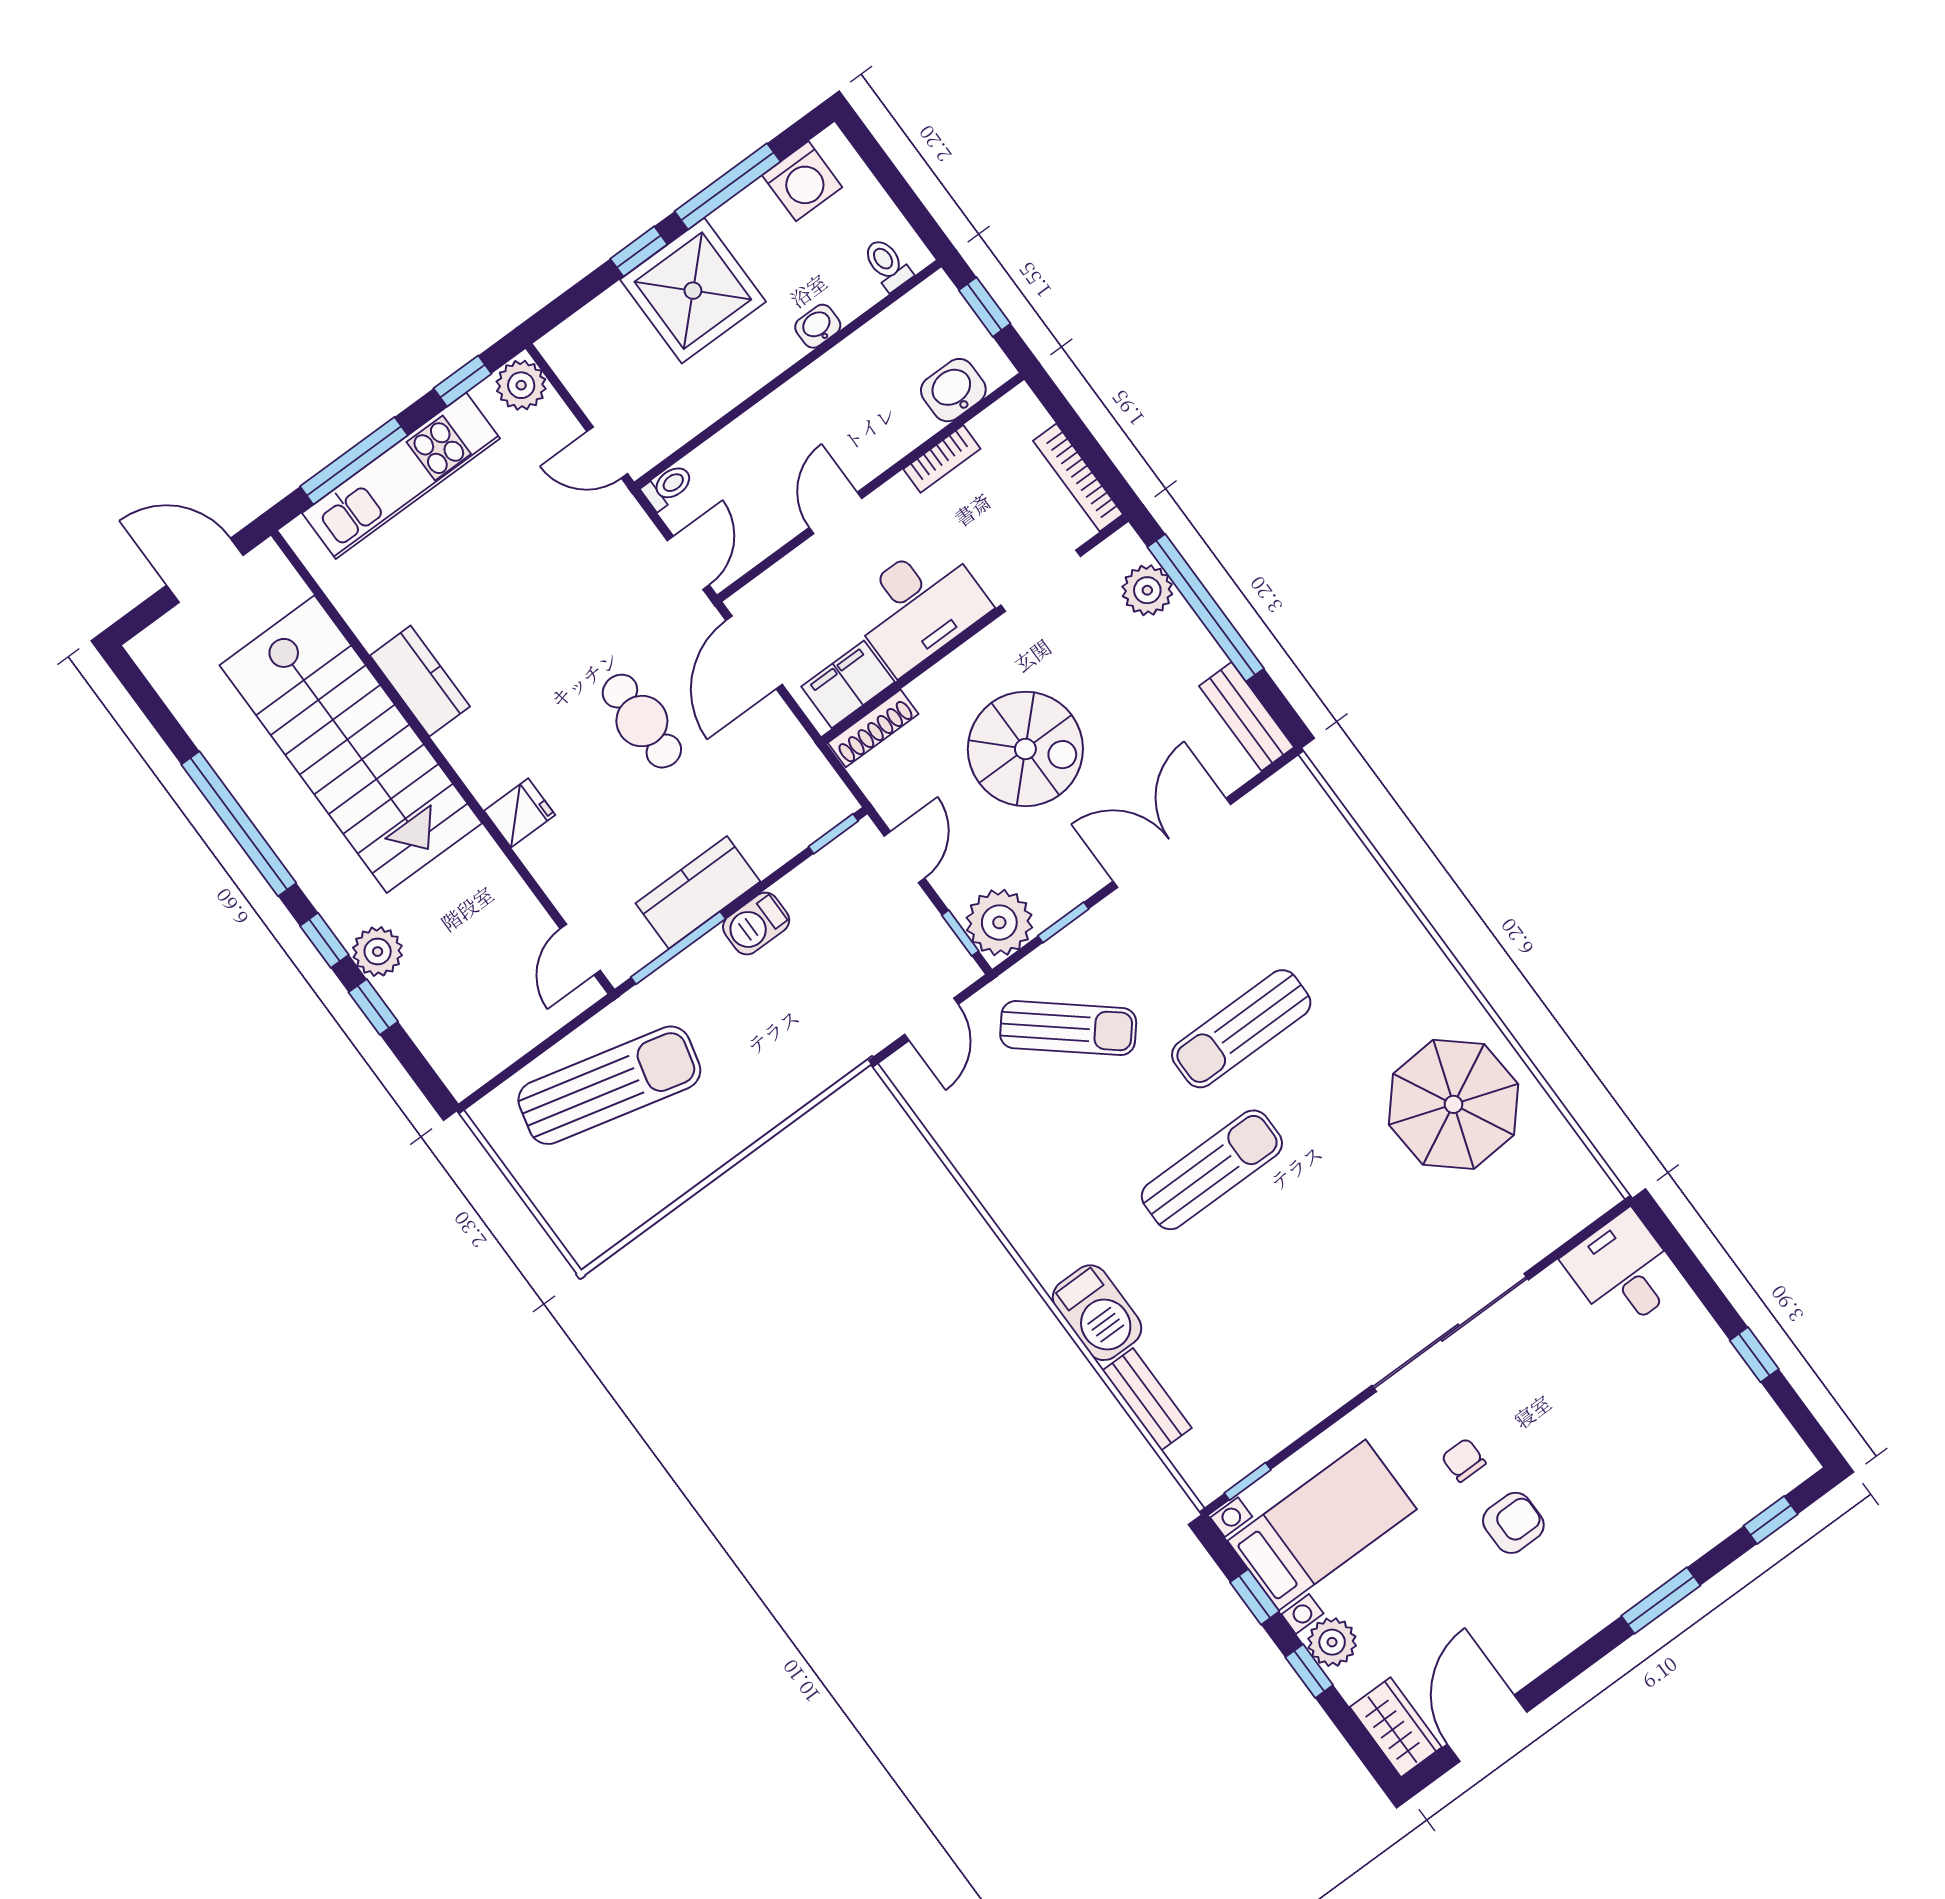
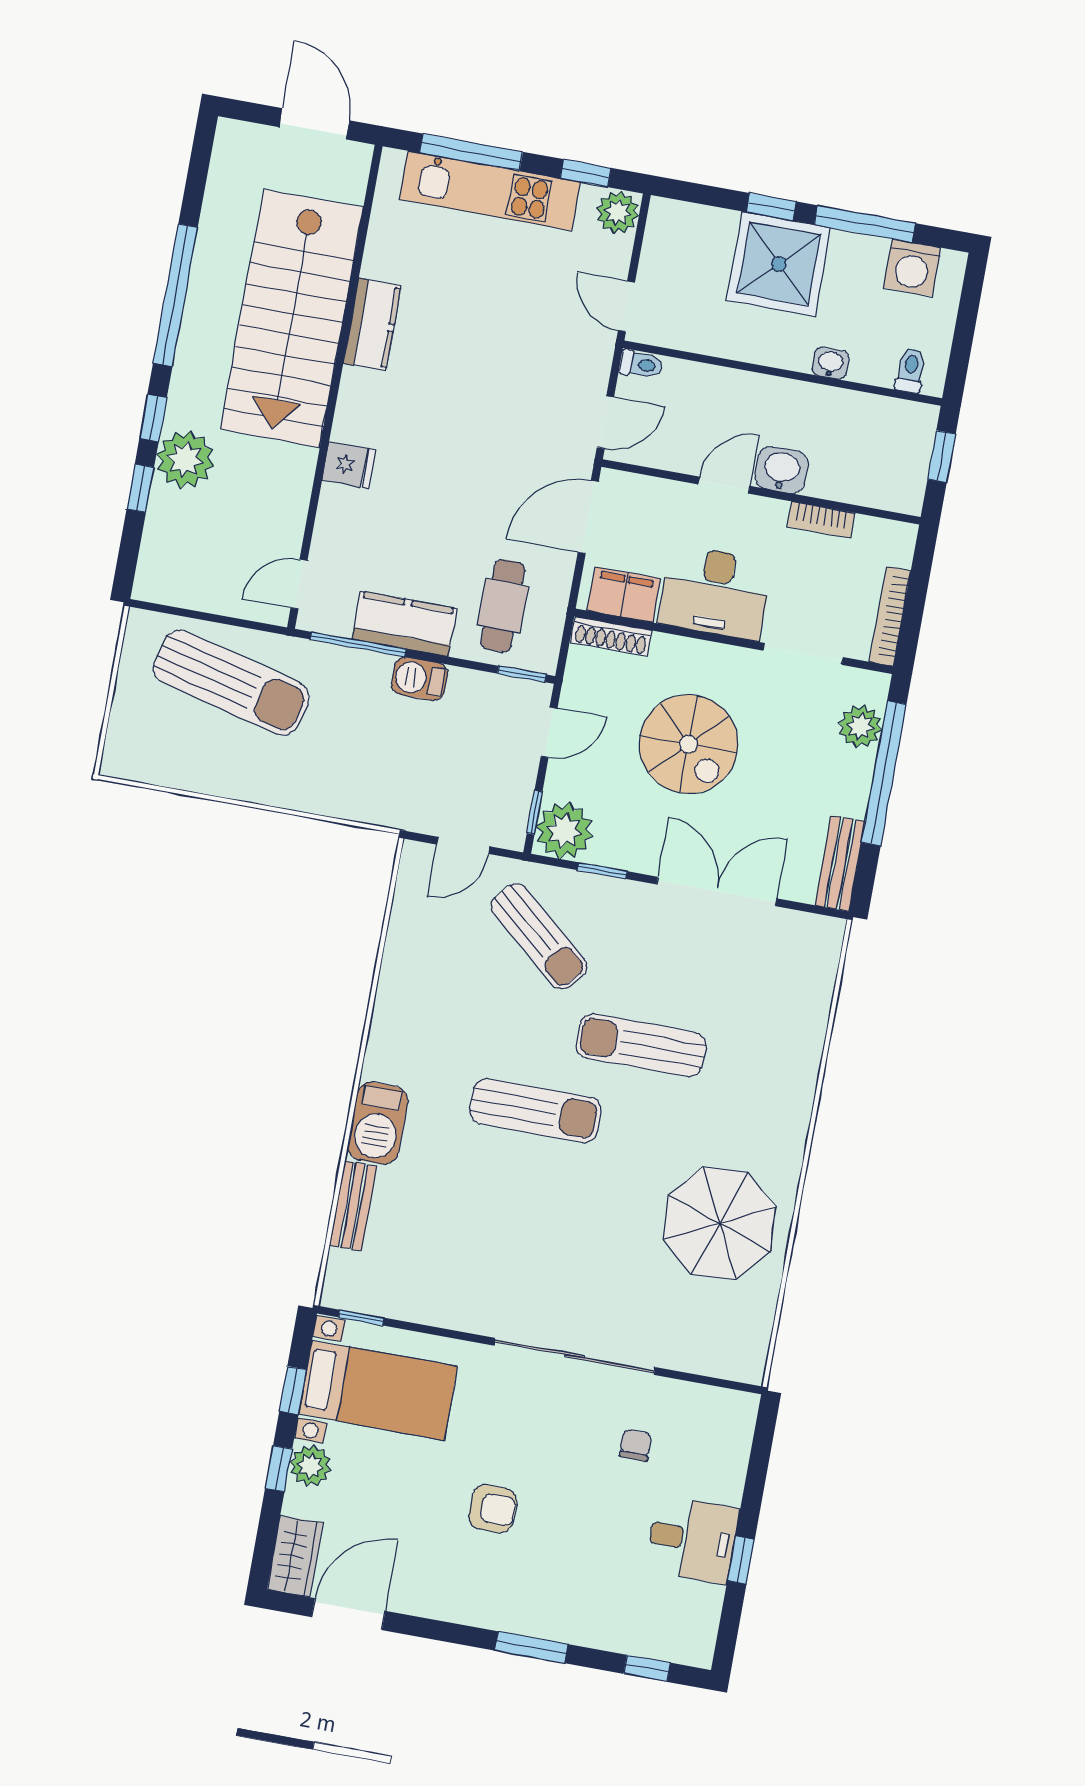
washbasin: (953, 390) -> (782, 470), moved
cafe table: (642, 721) -> (503, 606), moved
plant: (378, 952) -> (185, 459), width x1.36, depth x1.36
desk: (1623, 1271) -> (692, 1539), moved, turned 90
chair: (1464, 1460) -> (636, 1445), moved

